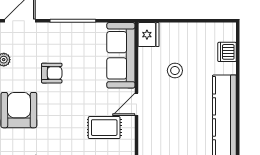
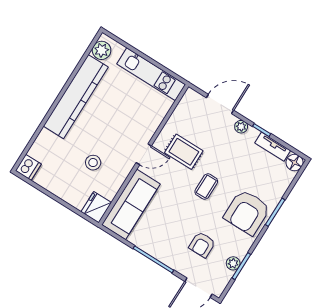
dishwasher: (227, 52) -> (28, 167), moved
armchair: (52, 73) -> (202, 245), moved, turned -90
coffee table: (67, 110) -> (206, 186), added

